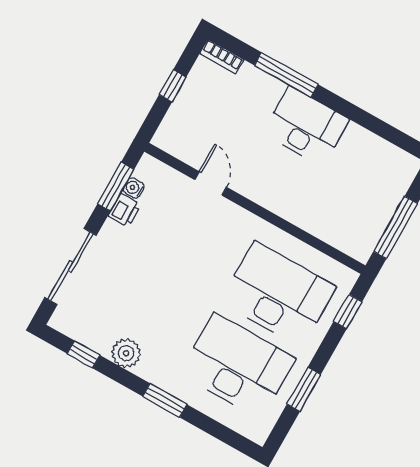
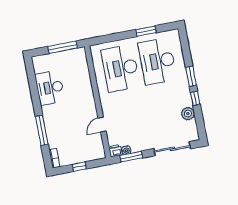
desk: (306, 126) -> (50, 88), moved
printer: (125, 210) -> (115, 151), moved
window: (348, 312) -> (106, 39), removed
plant: (126, 353) -> (188, 114), moved
window: (83, 354) -> (195, 98), moved

